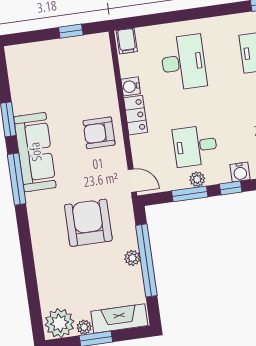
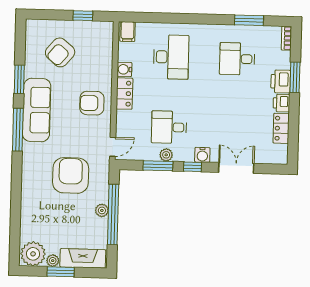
armchair: (51, 79) -> (60, 52), added
door: (132, 181) -> (113, 147), hinge flipped

